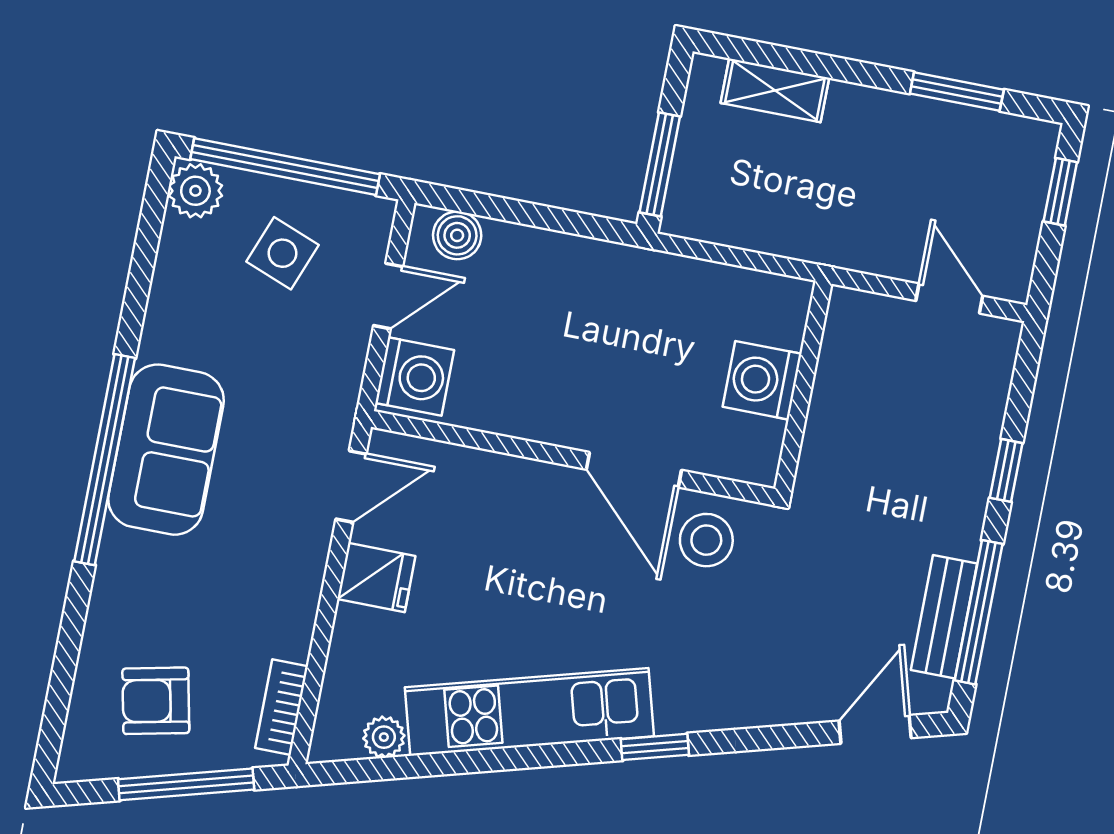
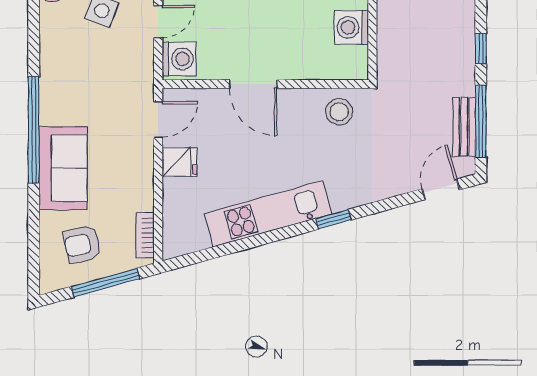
sofa: (166, 450) -> (63, 168), moved
door: (634, 470) -> (253, 84), moved
plant: (384, 737) -> (199, 240), removed

